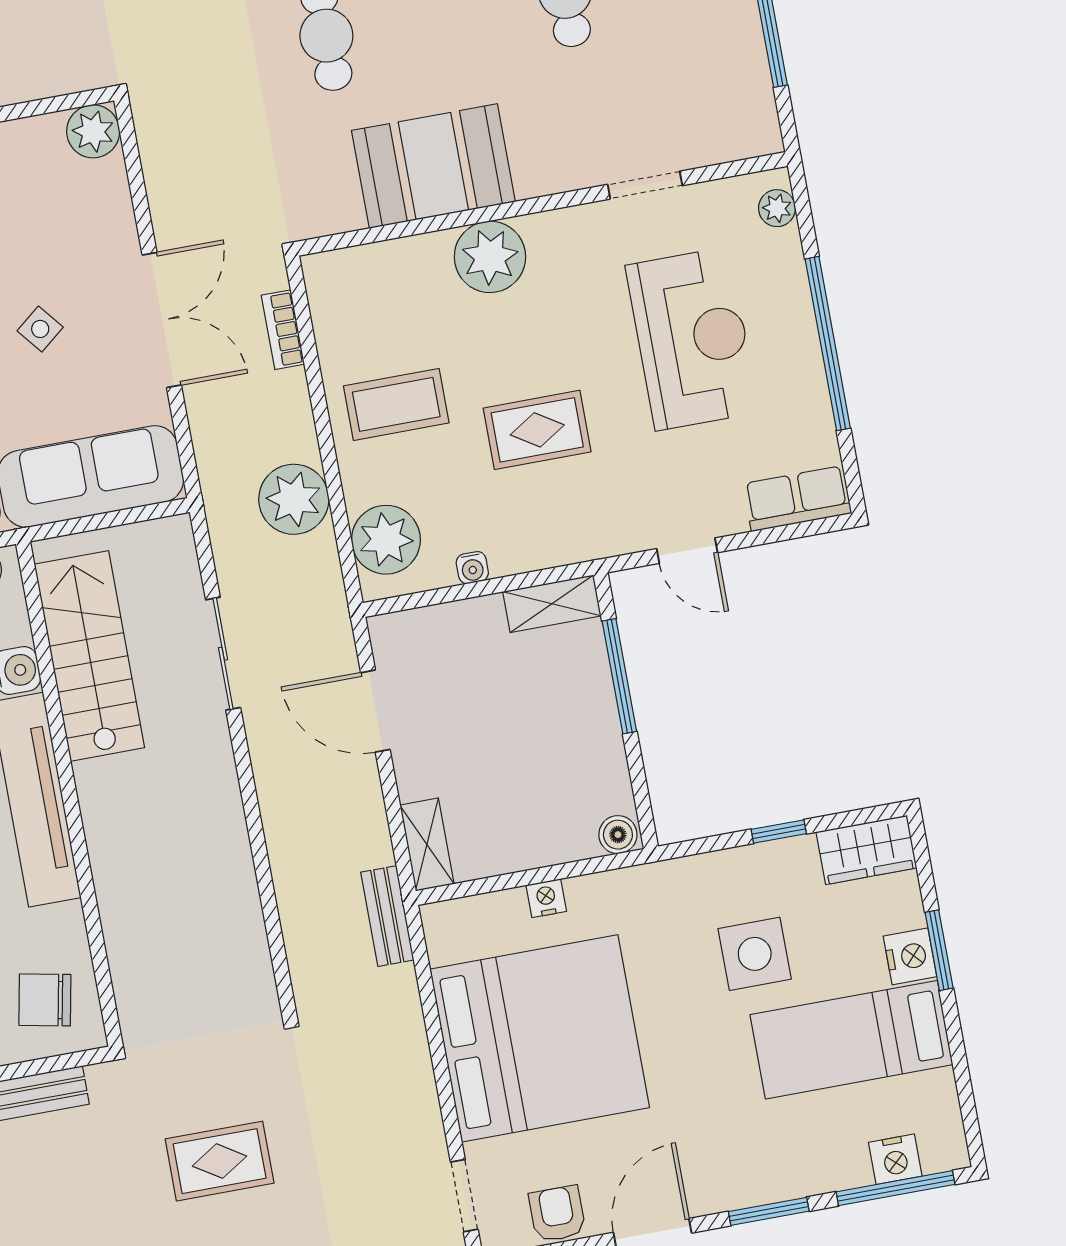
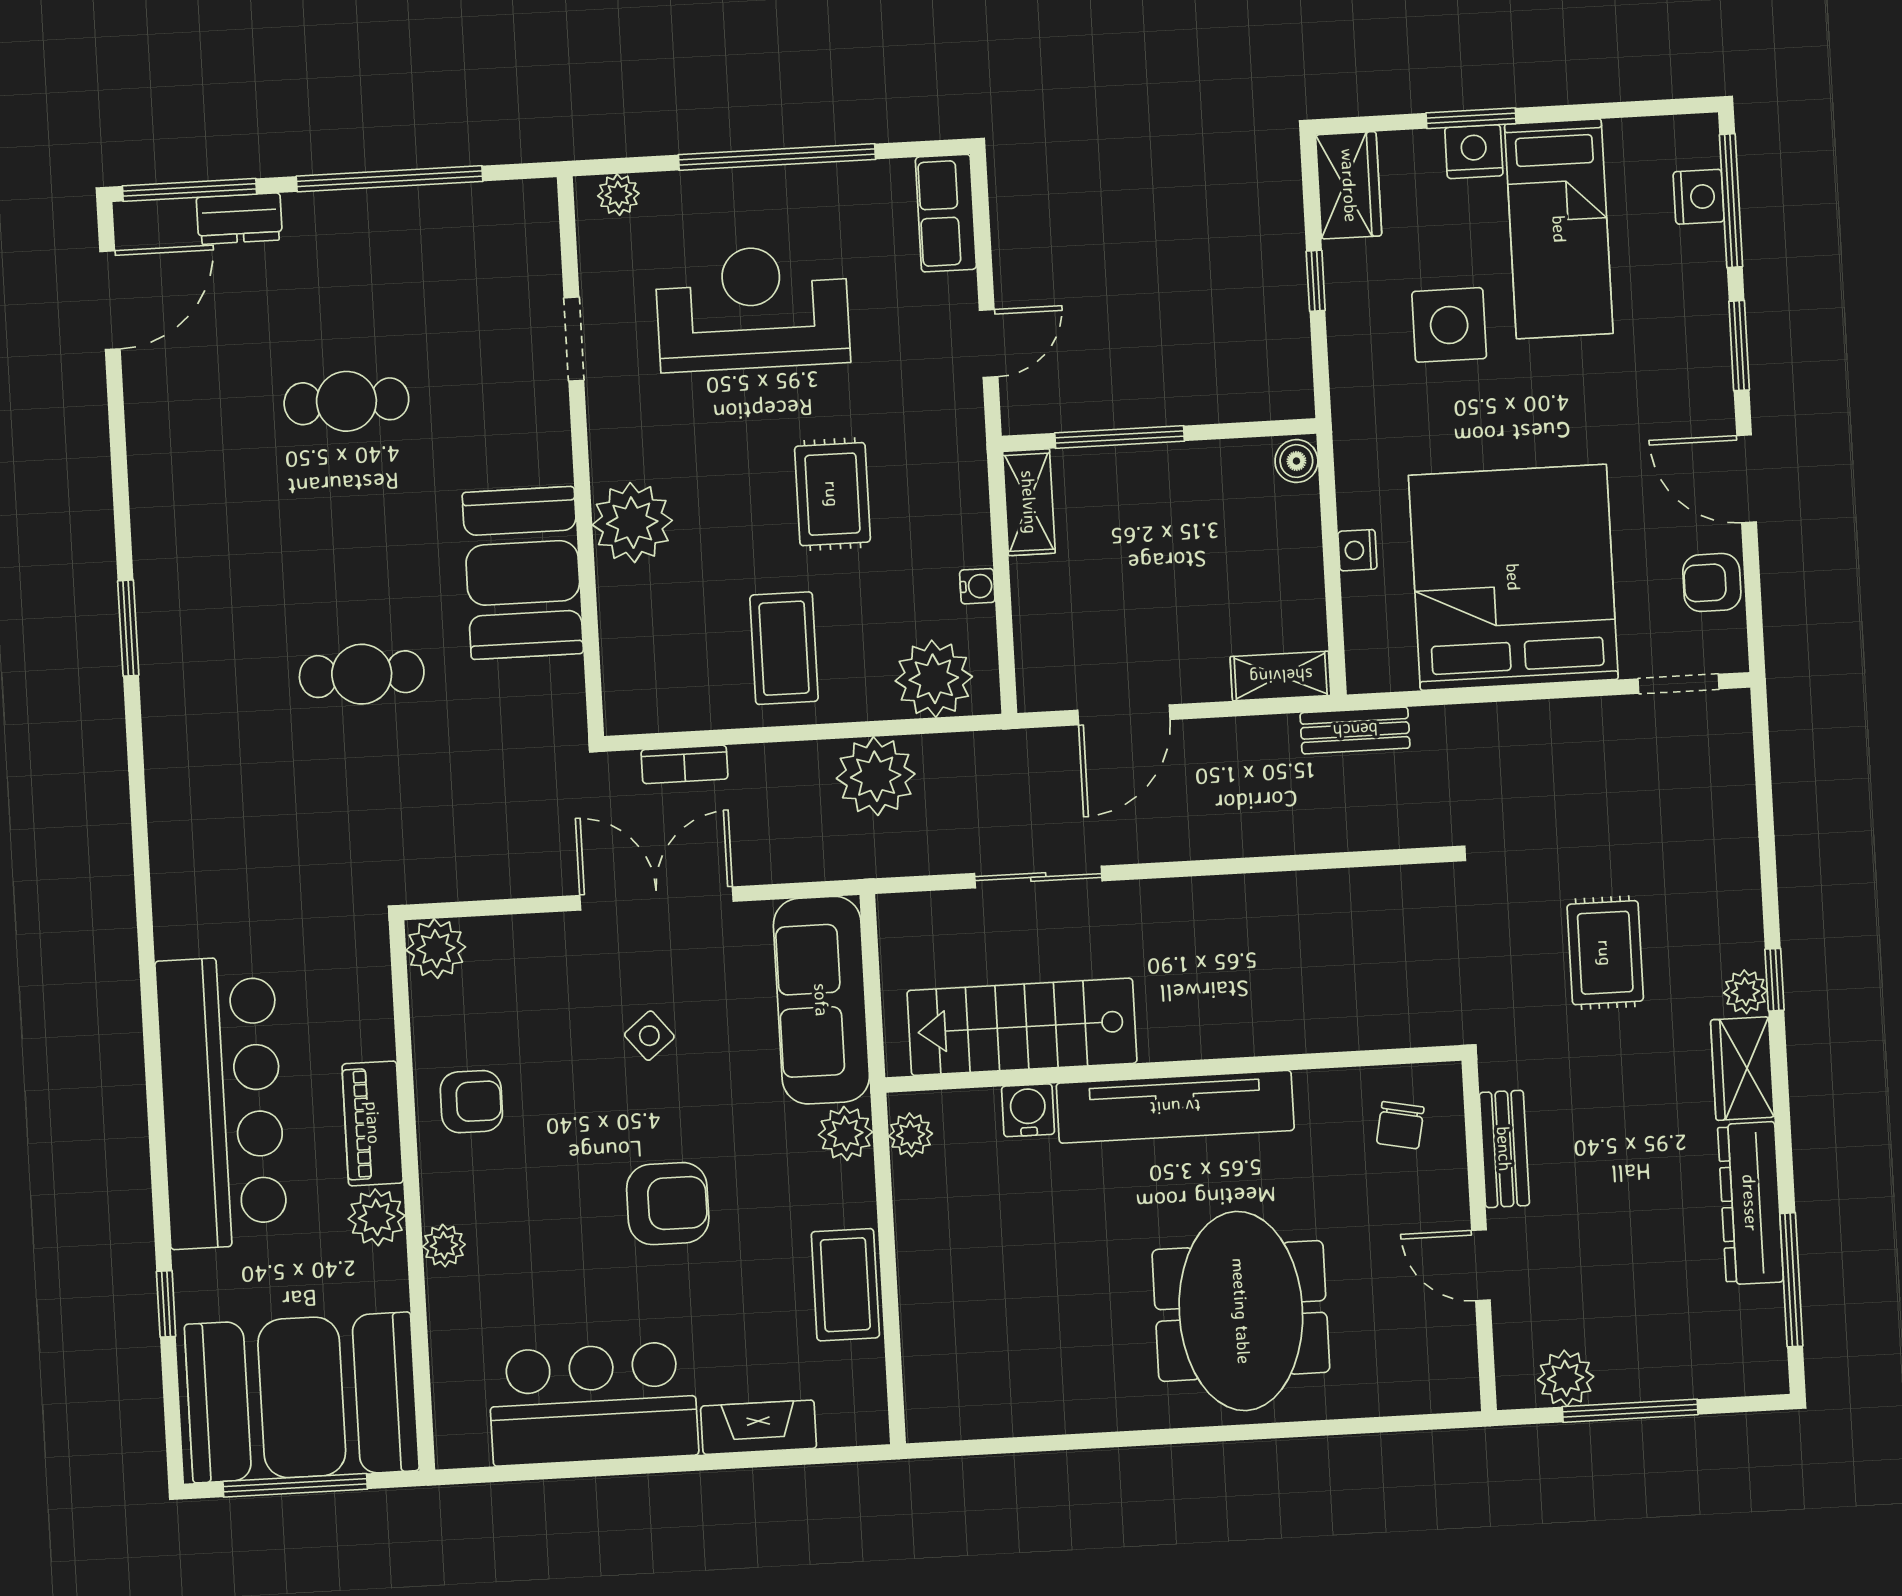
chair: (45, 1000) -> (1400, 1125), width x0.73, depth x0.73

